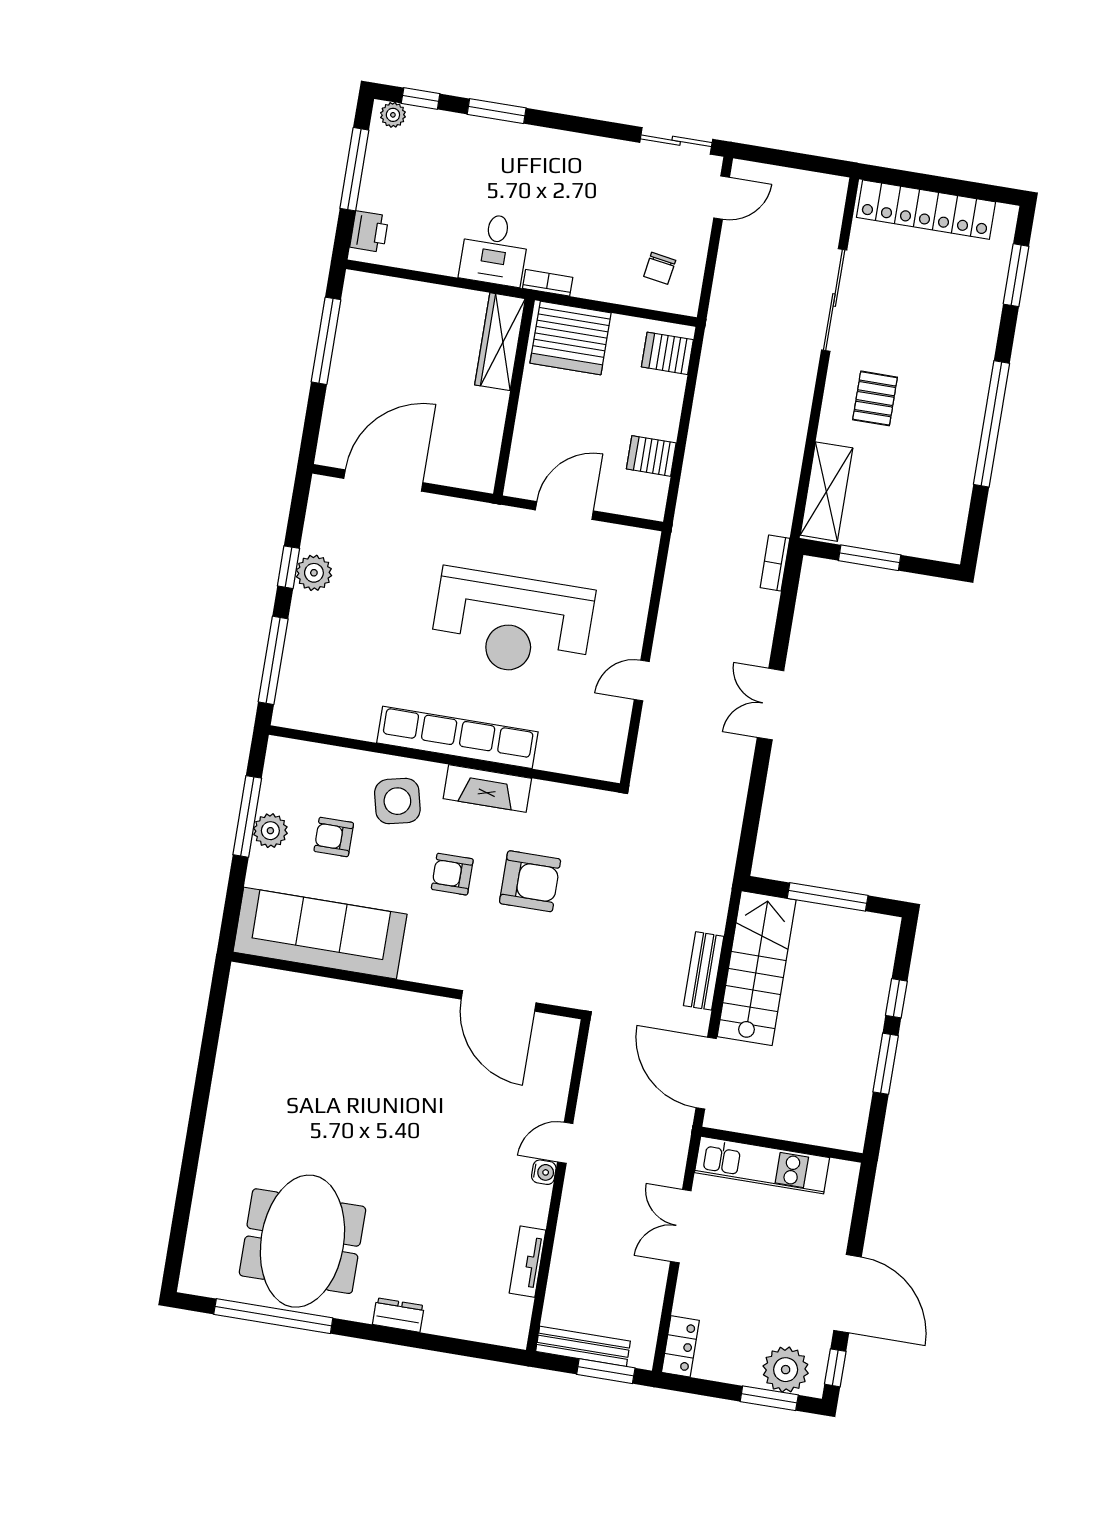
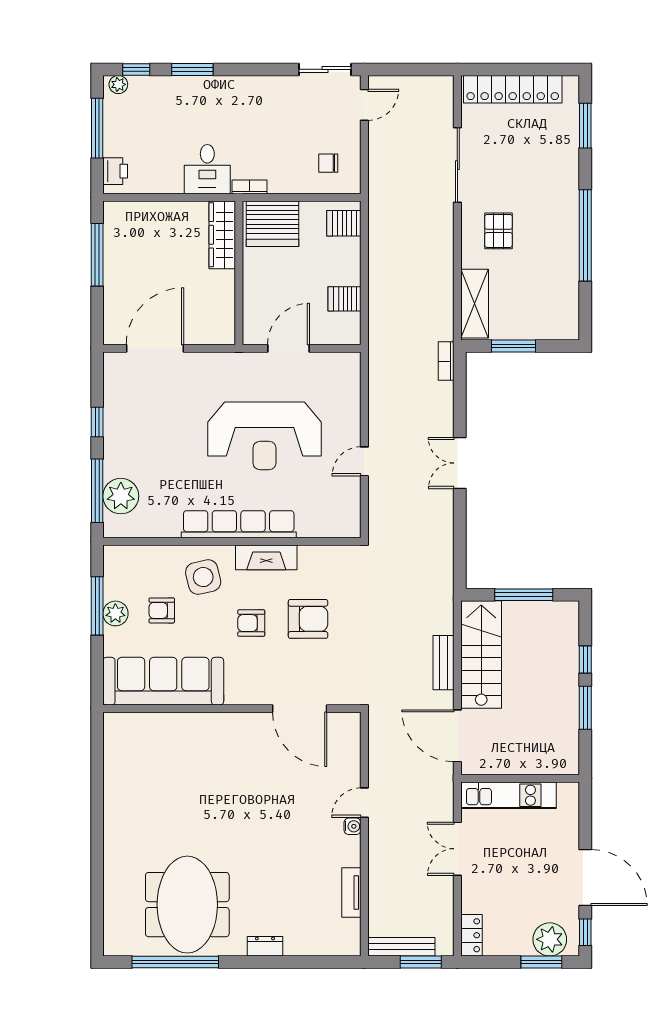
chair: (660, 268) -> (328, 163), turned 81
plant: (314, 573) -> (121, 496), moved, width x1.36, depth x1.36

